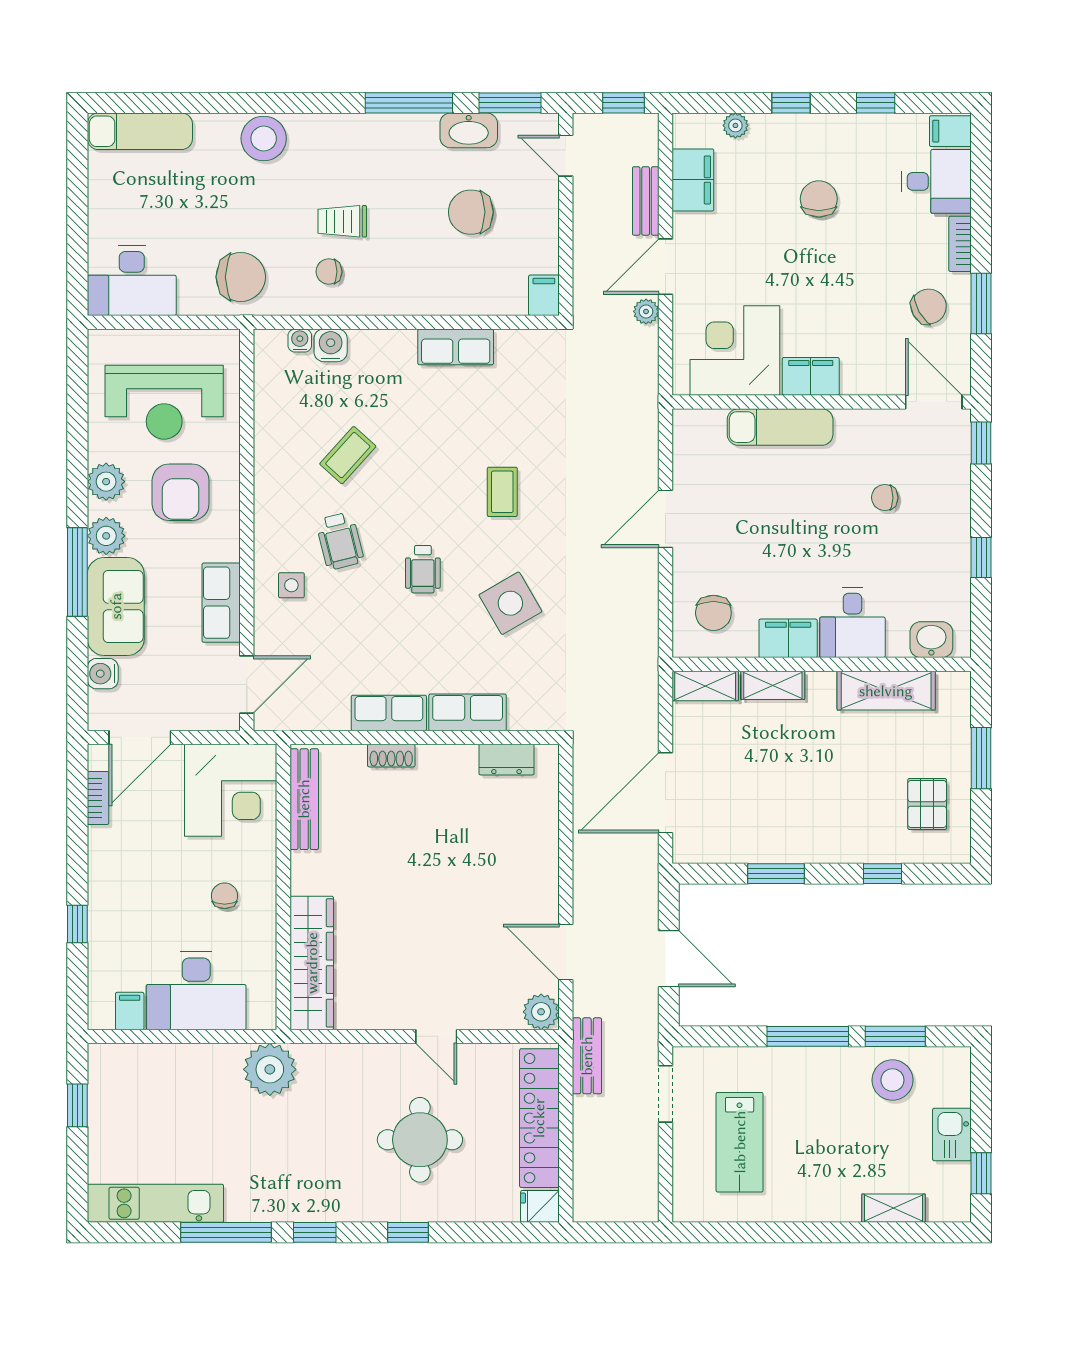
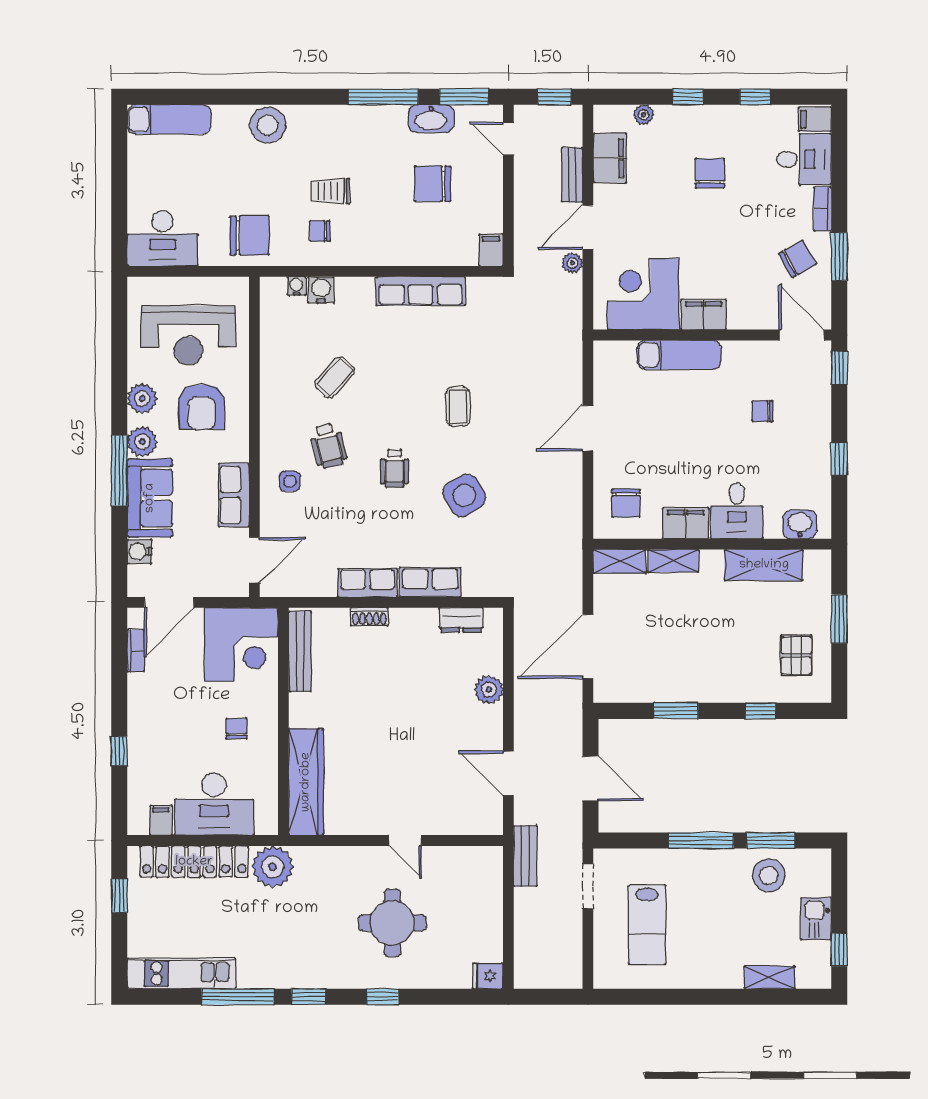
row of seats: (456, 347) -> (421, 291), width x1.48
plant: (541, 1012) -> (489, 690), moved
locker: (539, 1118) -> (194, 862), moved, turned -90

